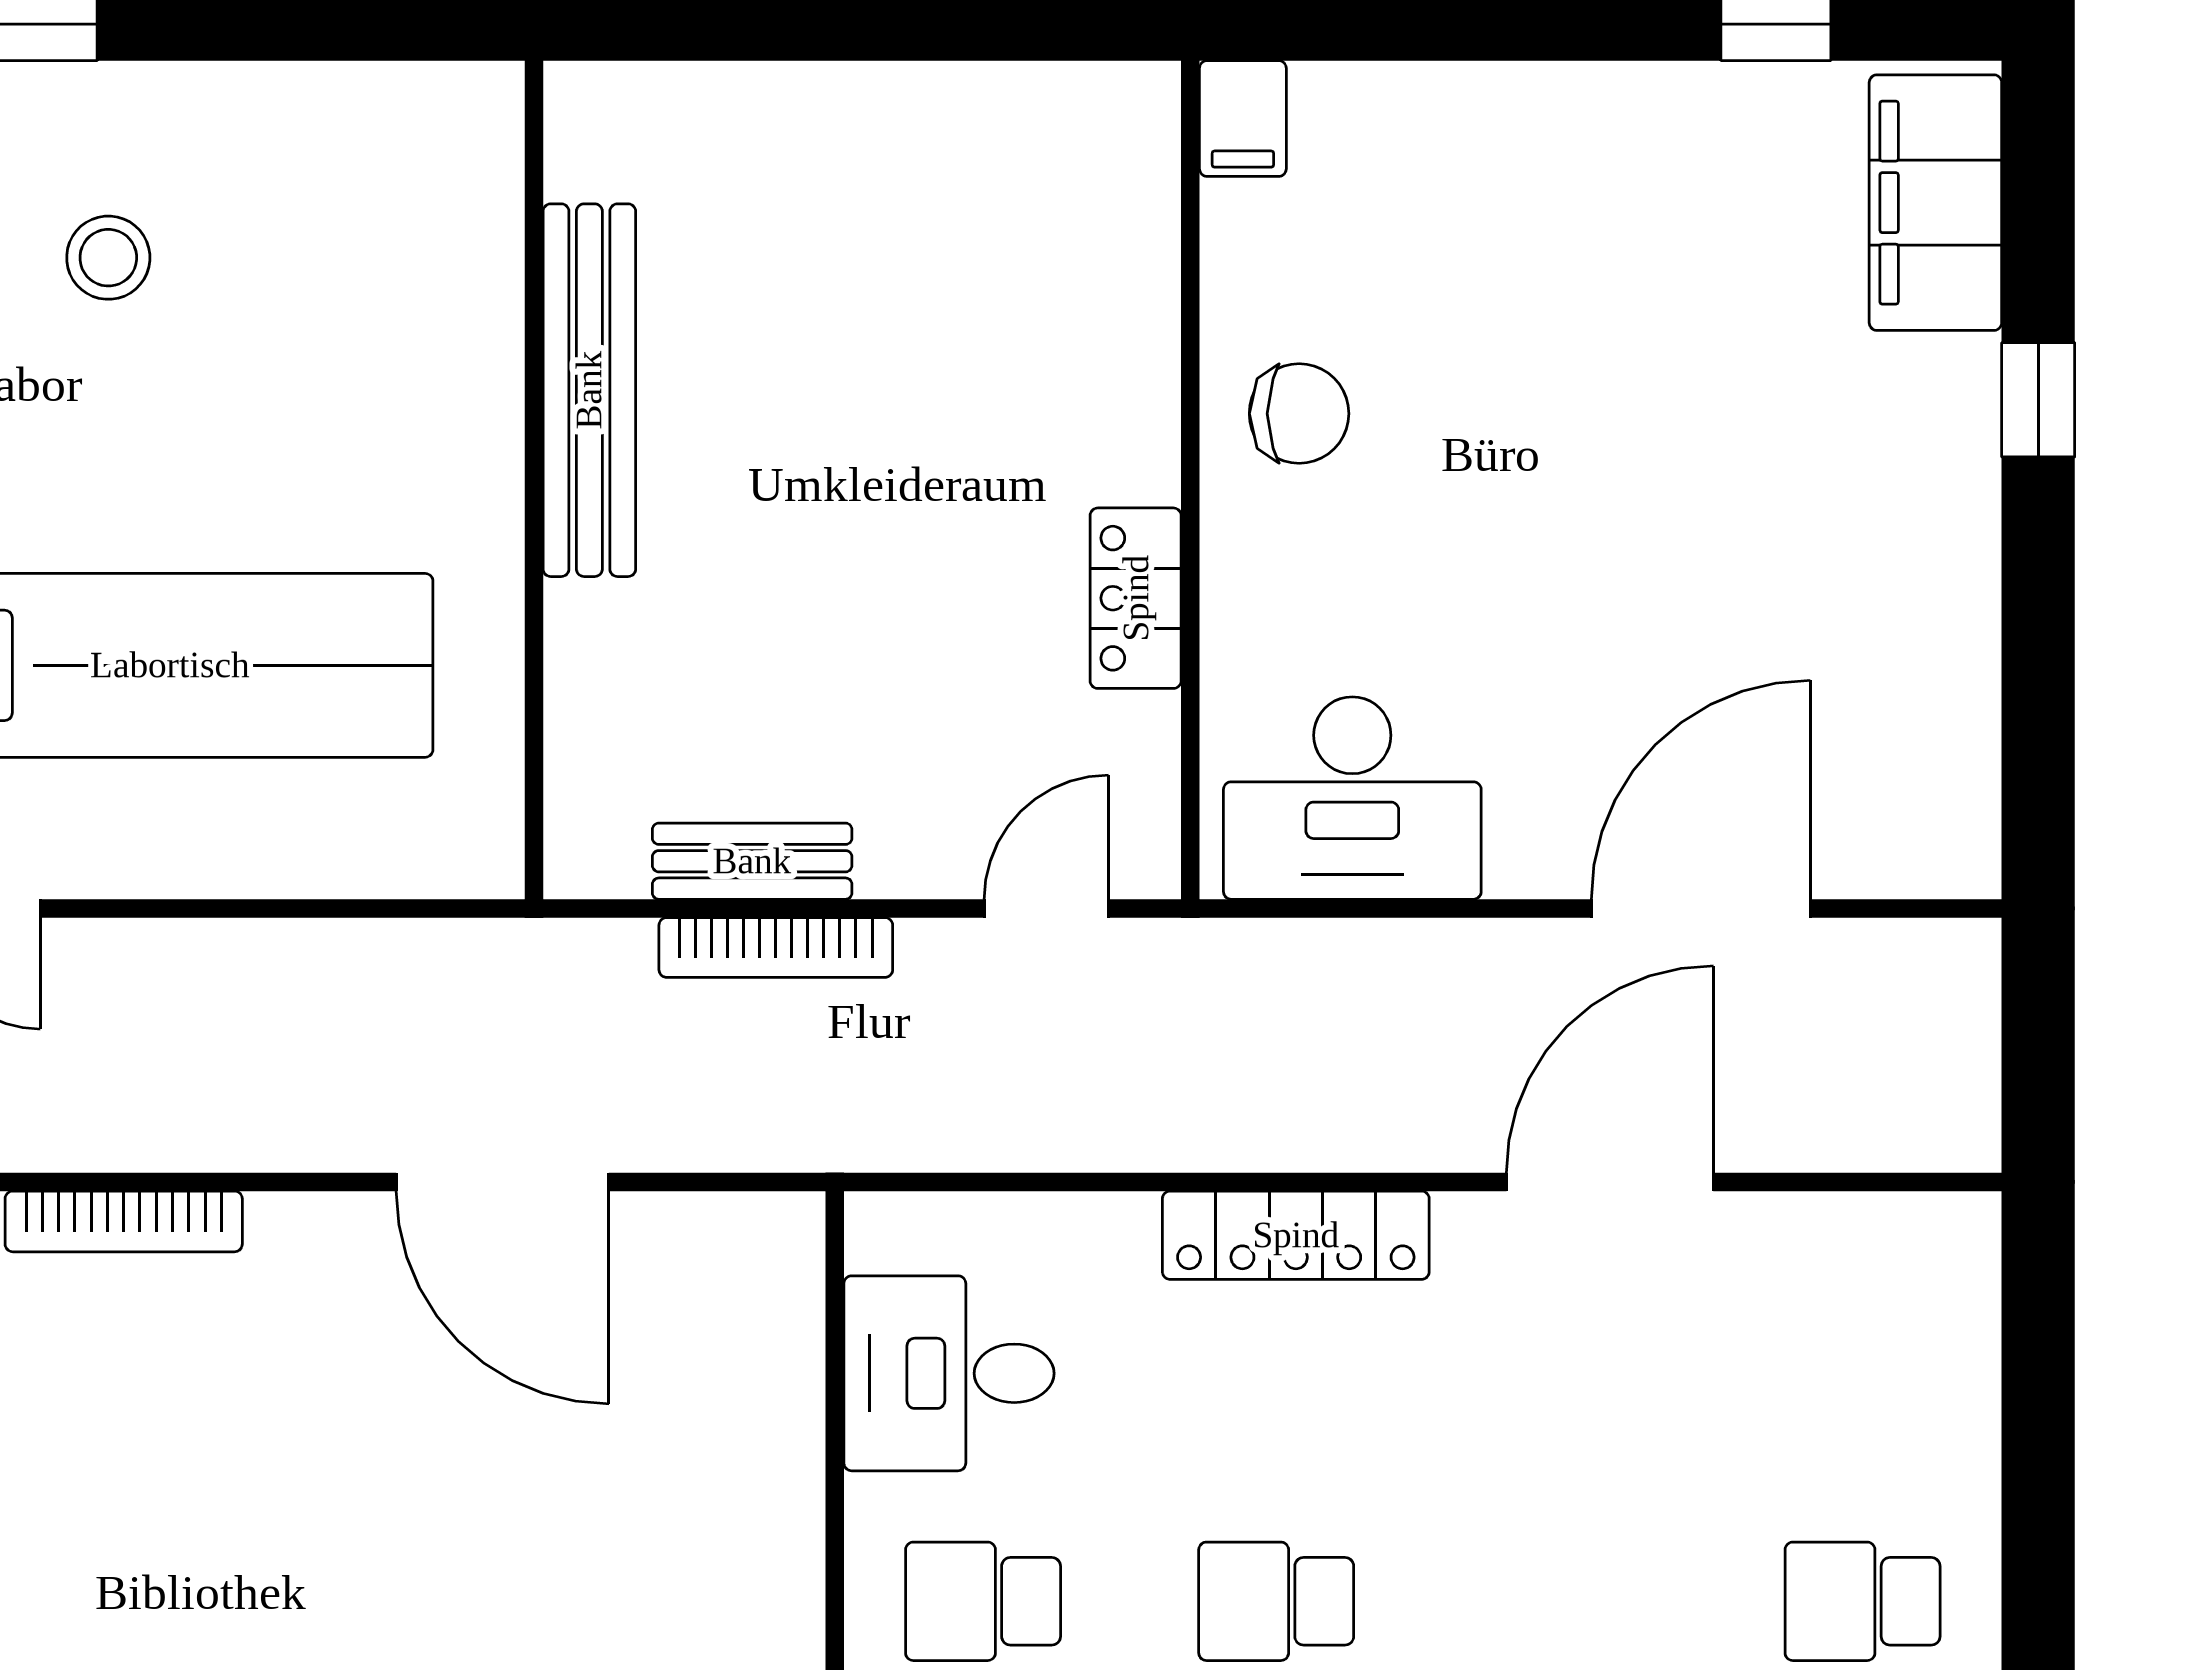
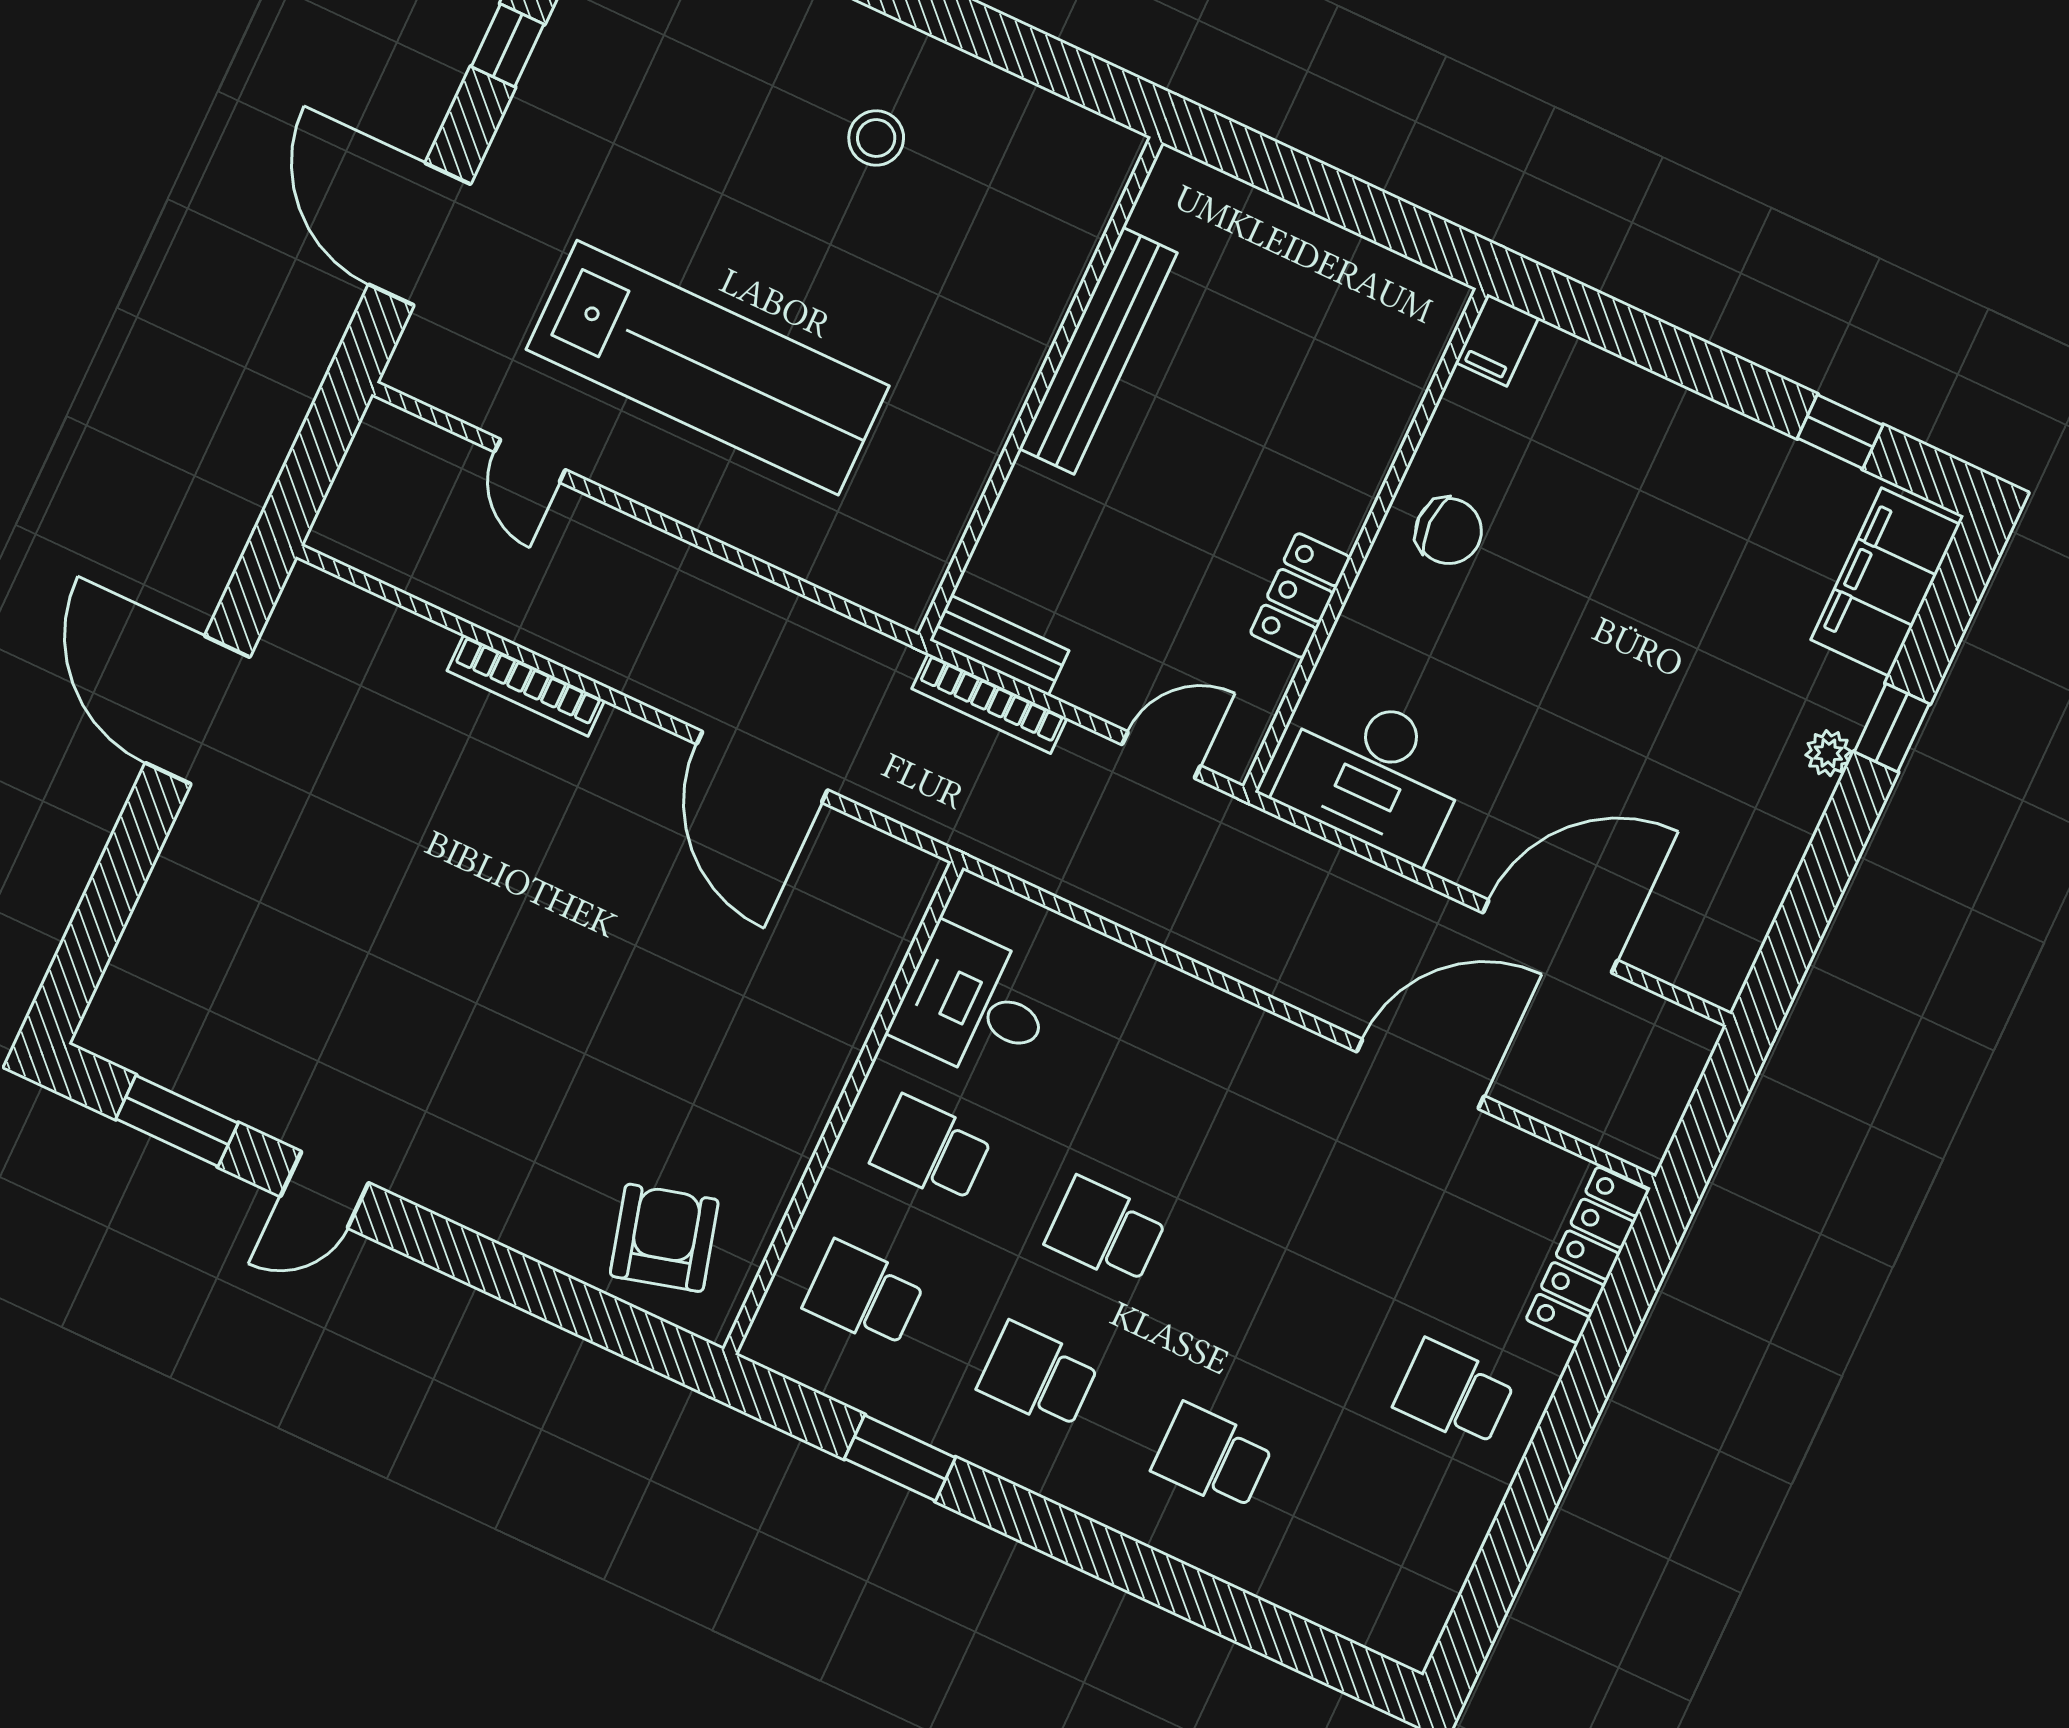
stool: (108, 258) -> (876, 138), moved
bench: (589, 390) -> (1098, 351), moved
plant: (1967, 476) -> (1828, 753), added
wall: (534, 480) -> (1040, 389), moved
locker: (1296, 1235) -> (1588, 1255), moved, turned 90

